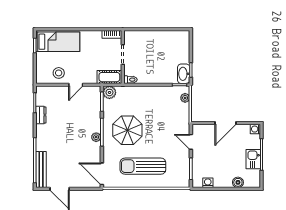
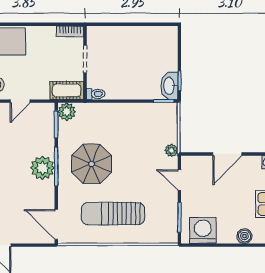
plant: (185, 98) -> (171, 150), moved
plant: (96, 137) -> (43, 168), width x1.88, depth x1.88
washing machine: (208, 183) -> (203, 230), width x1.89, depth x1.89

